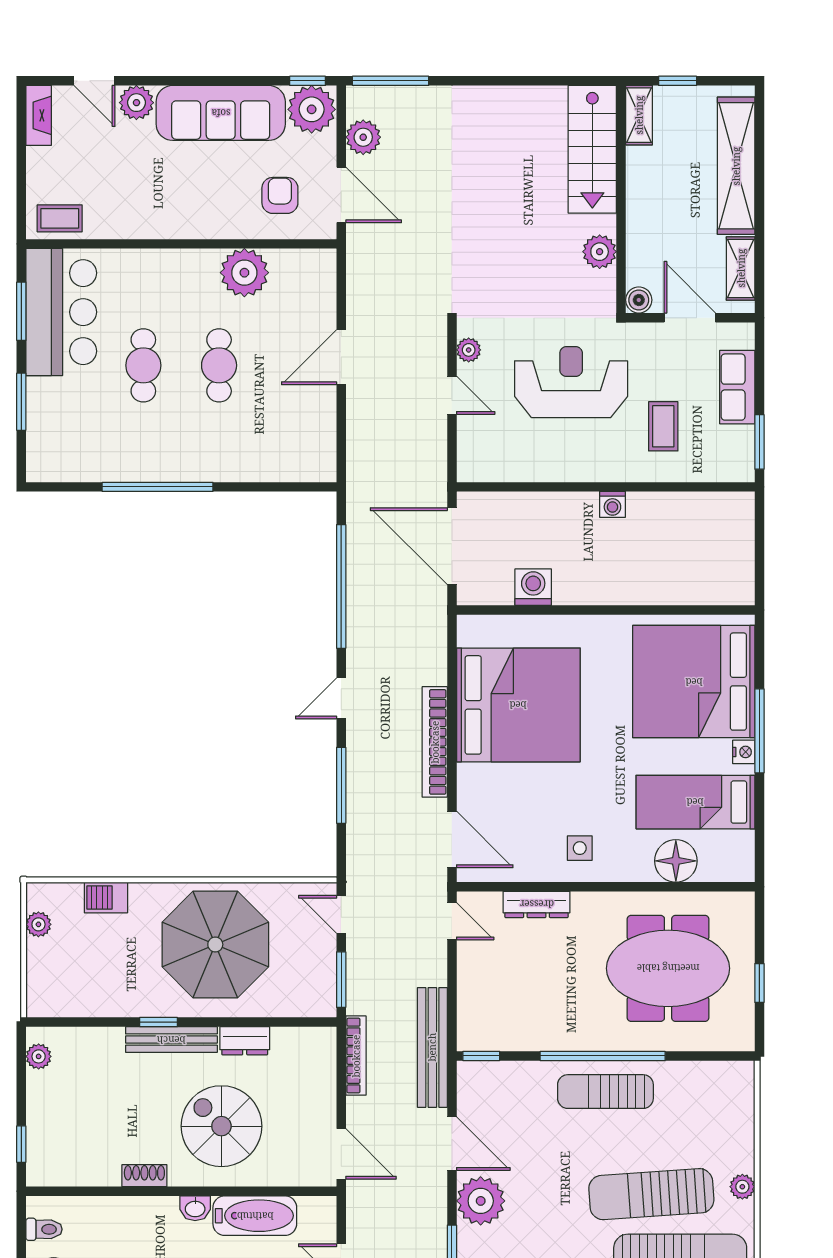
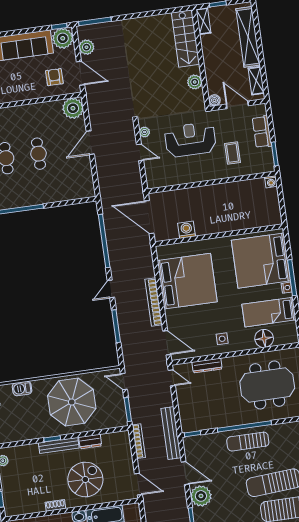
plant: (244, 273) -> (73, 108), moved
washing machine: (612, 504) -> (271, 182), moved
spiral stairs: (221, 1126) -> (85, 479), turned 90

